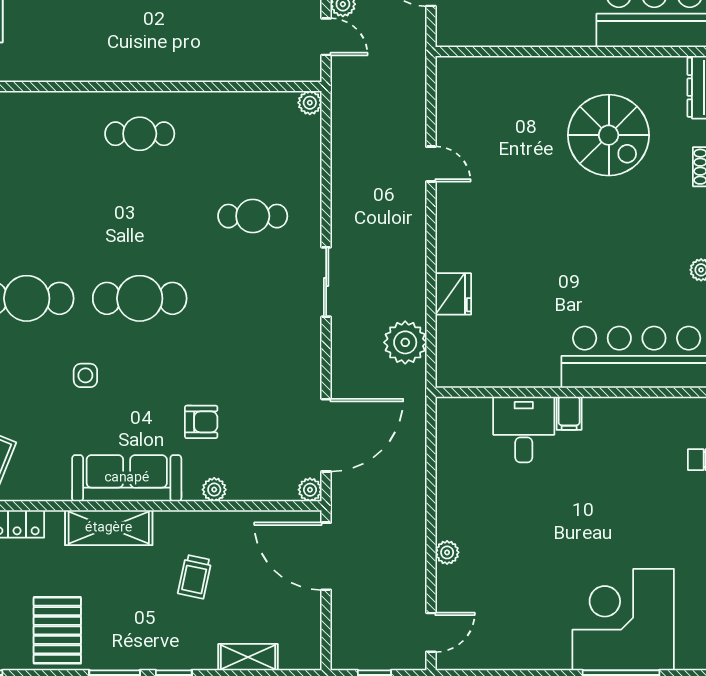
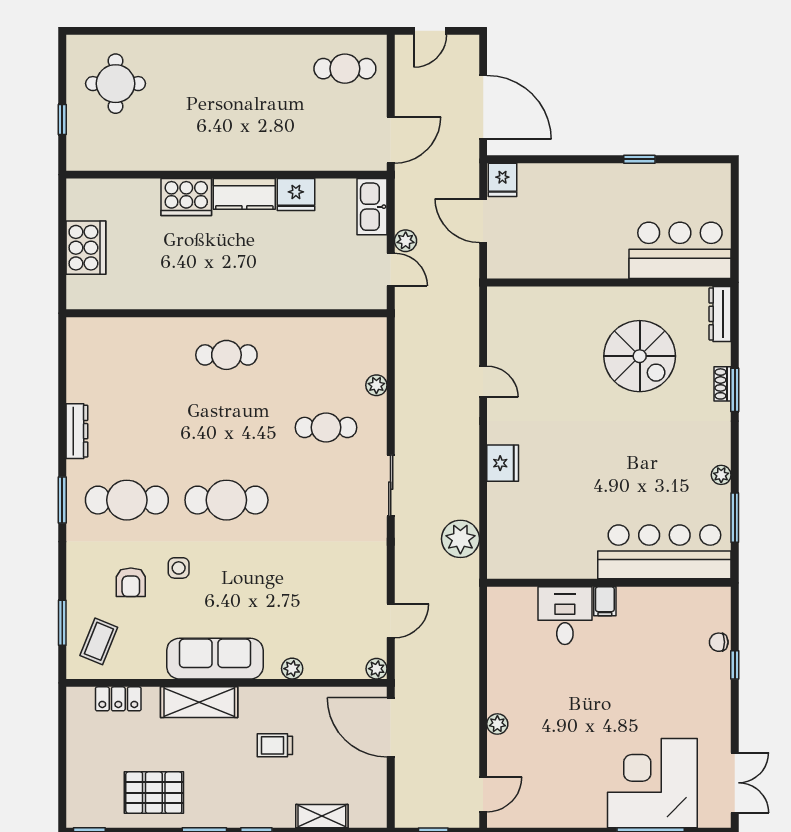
plant: (310, 103) -> (376, 385), moved
fridge: (453, 294) -> (503, 463), moved
armchair: (201, 422) -> (131, 582), moved, turned 90
door: (326, 435) -> (391, 621), width x0.53
trolley: (195, 577) -> (275, 745), turned 78
pallet: (57, 630) -> (154, 793), turned 90

